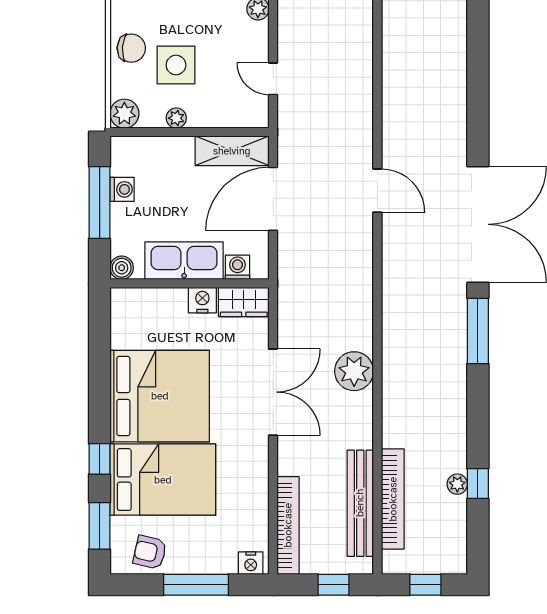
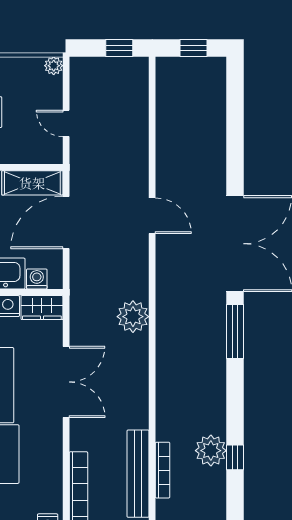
plant: (354, 371) -> (133, 317), moved
plant: (457, 484) -> (211, 451), width x1.88, depth x1.88
bookcase: (393, 499) -> (163, 470), width x0.68, depth x0.76

